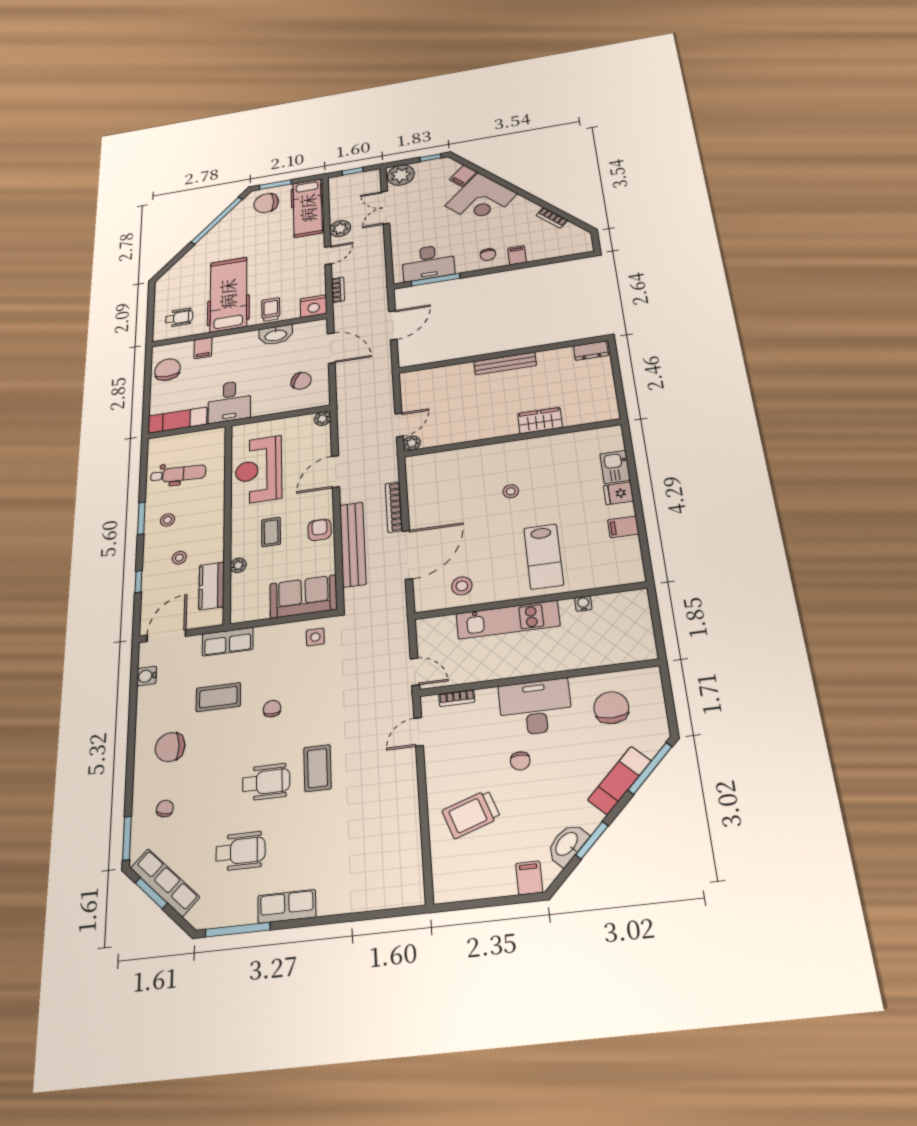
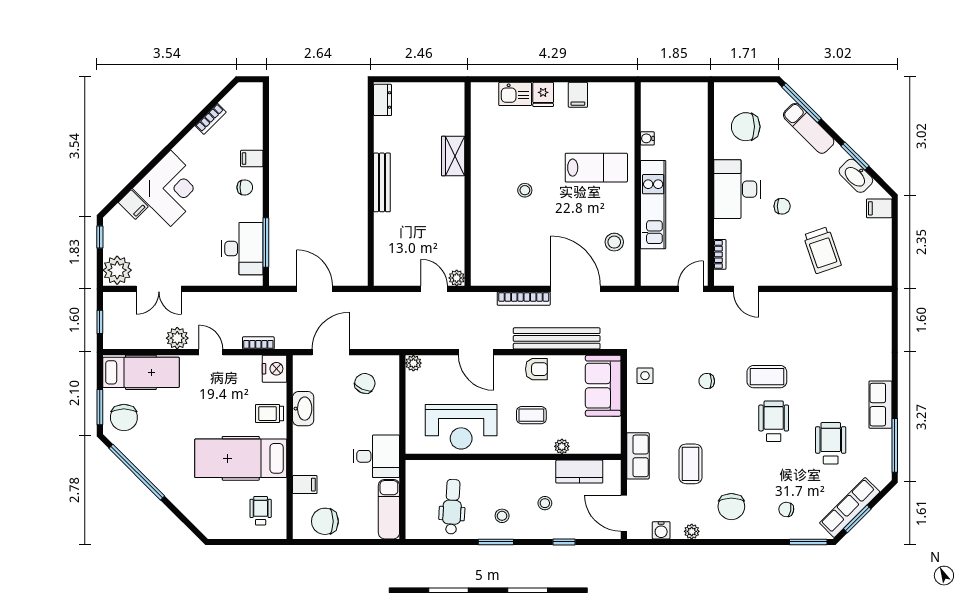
armchair: (320, 530) -> (536, 369), turned 180
plant: (144, 708) -> (692, 531), added
chair: (272, 709) -> (707, 381), moved

